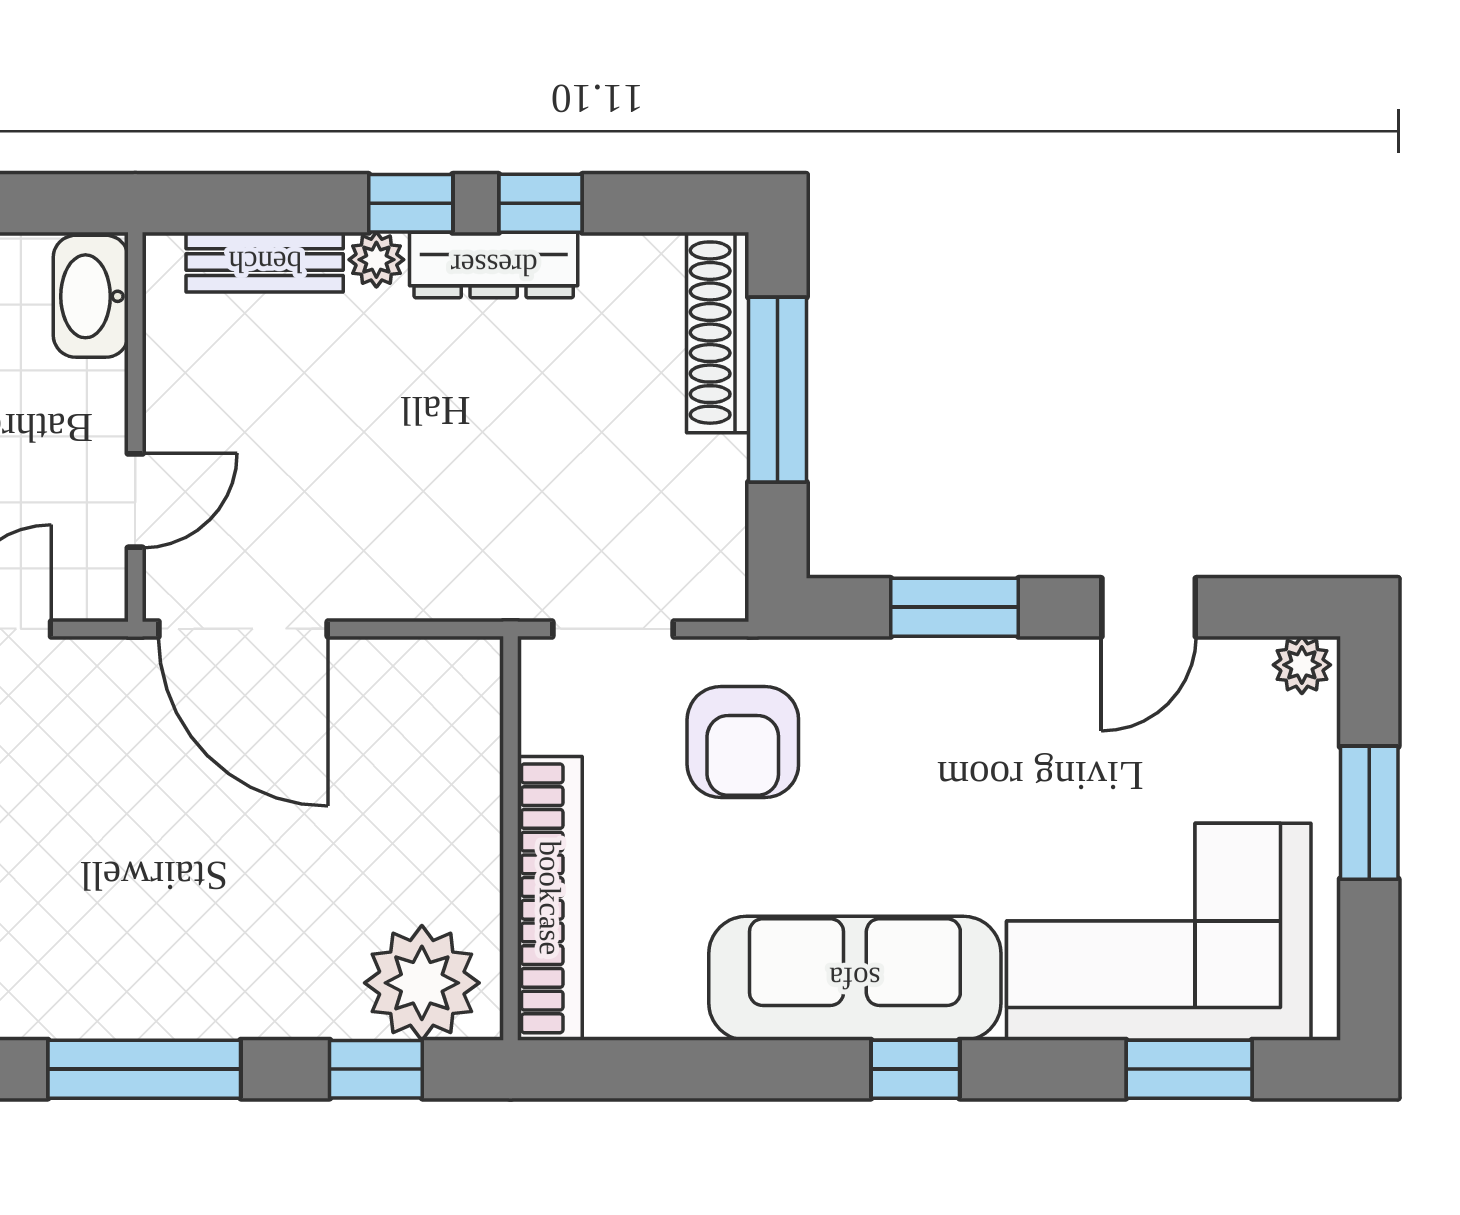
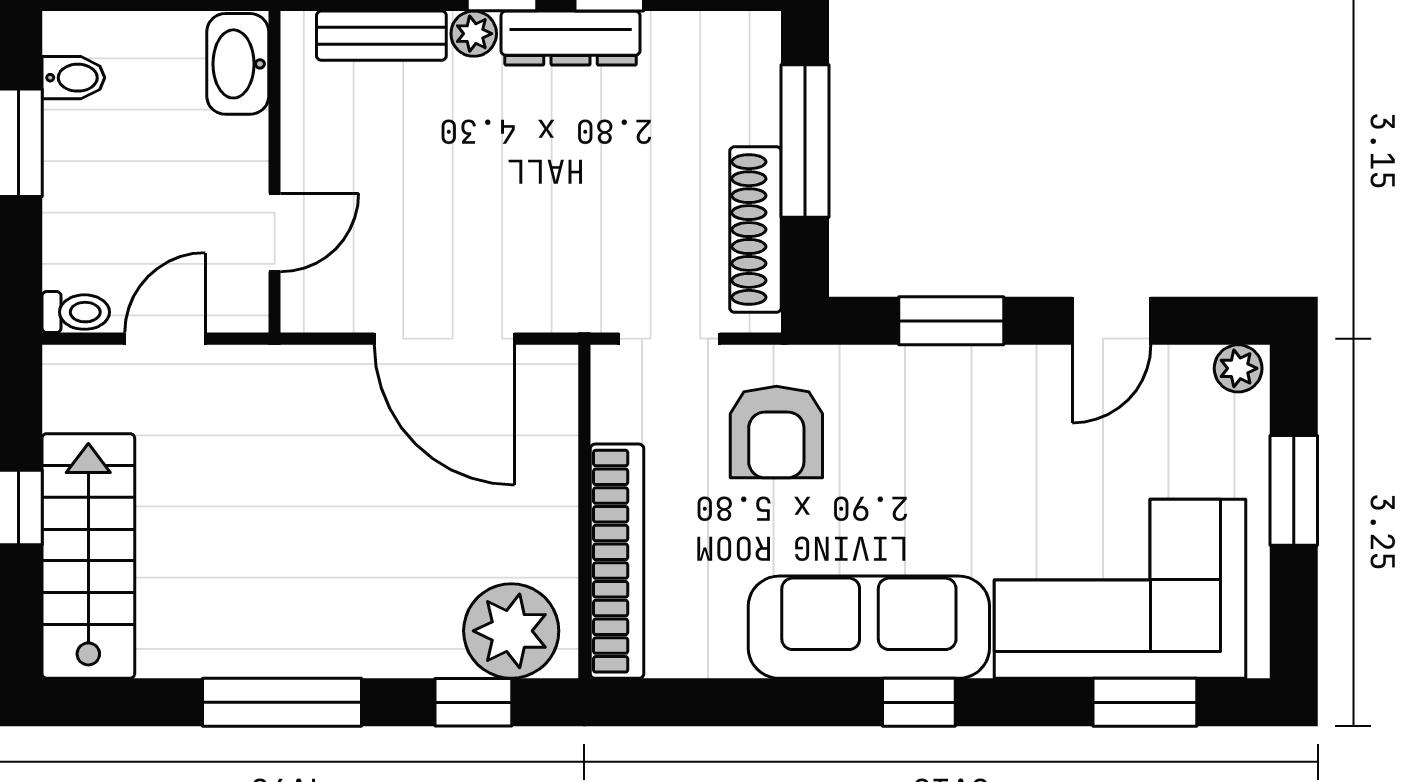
shoe rack: (718, 333) -> (756, 230), moved
door: (243, 629) -> (444, 339), moved

